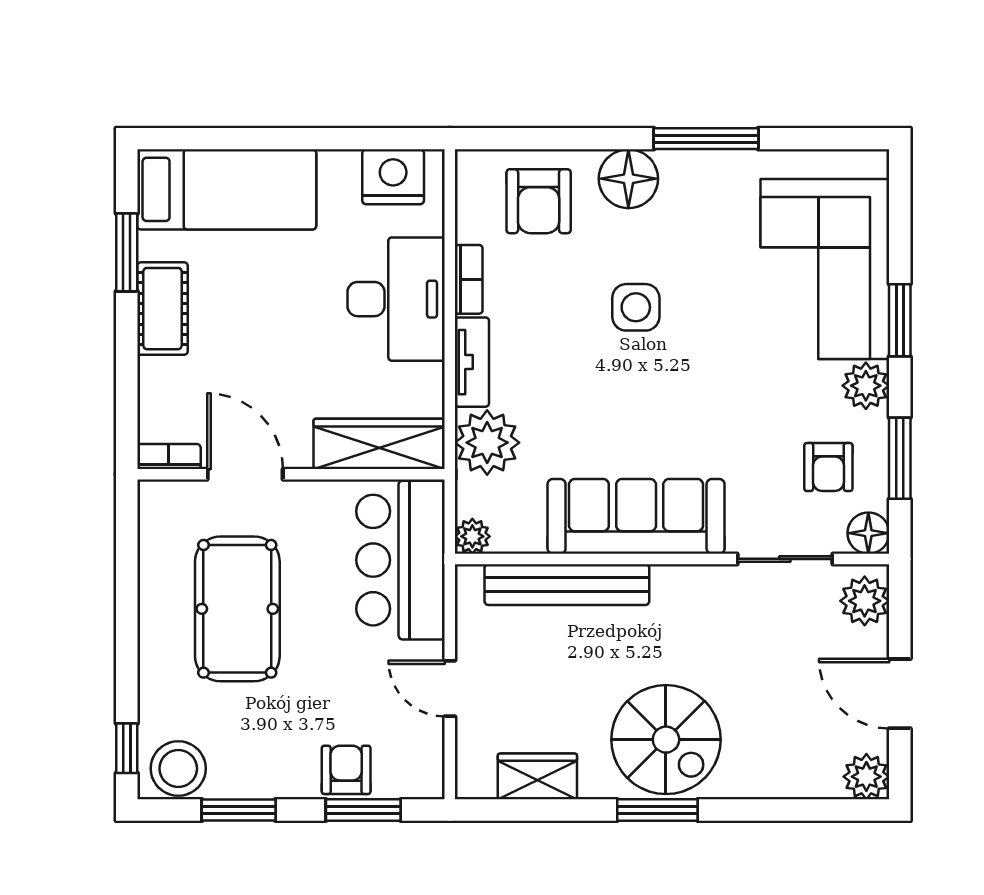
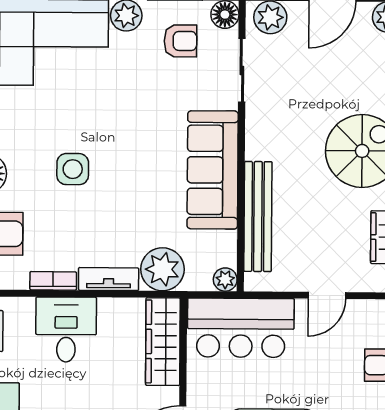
desk: (396, 299) -> (66, 330), width x0.73

